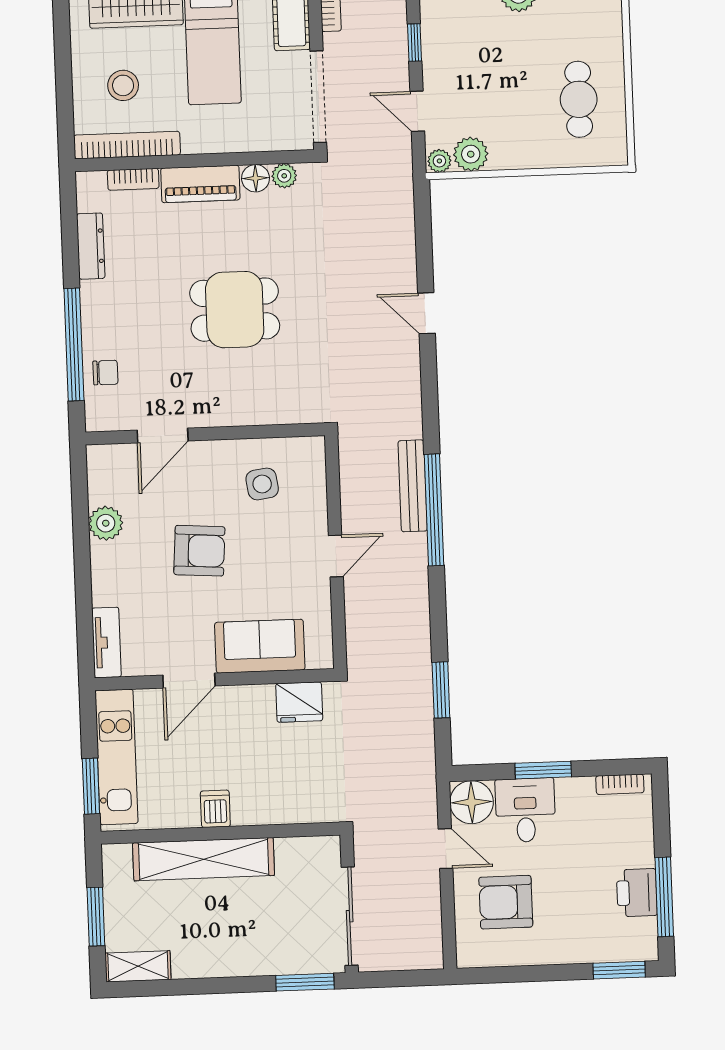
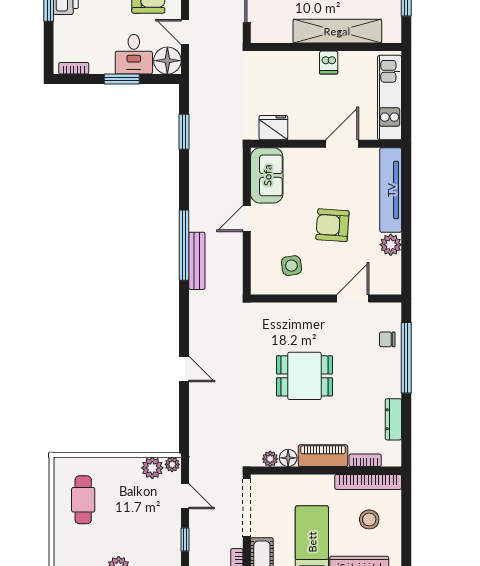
tv unit: (107, 642) -> (391, 190), width x1.92, depth x1.29
sofa: (260, 646) -> (267, 175), moved, turned -90
window: (91, 786) -> (406, 80), removed

